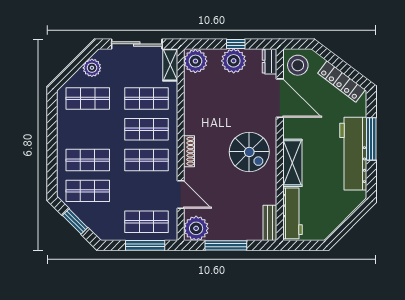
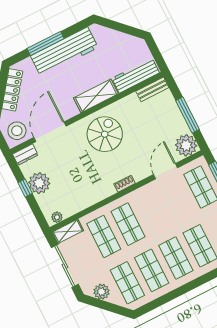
plant: (195, 61) -> (57, 217), width x0.53, depth x0.53
shoe rack: (189, 151) -> (125, 184), width x0.70
shop shelf: (147, 160) -> (152, 270), moved

